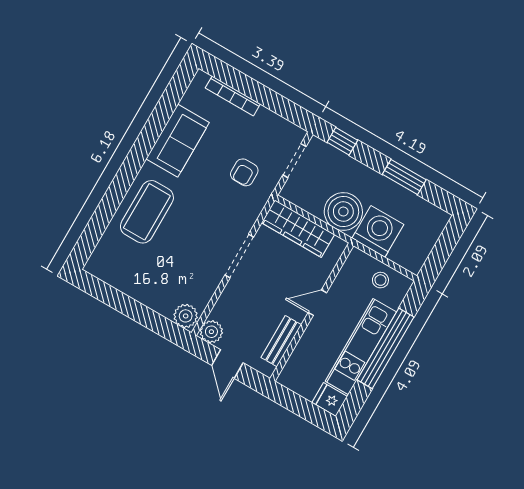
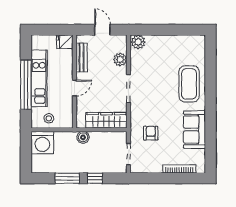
window: (342, 141) -> (95, 178), moved
boiler: (343, 212) -> (83, 137), width x0.54, depth x0.54
washing machine: (378, 231) -> (42, 143), moved
plant: (211, 332) -> (120, 59), moved
fridge: (330, 399) -> (65, 42), moved, turned 180

